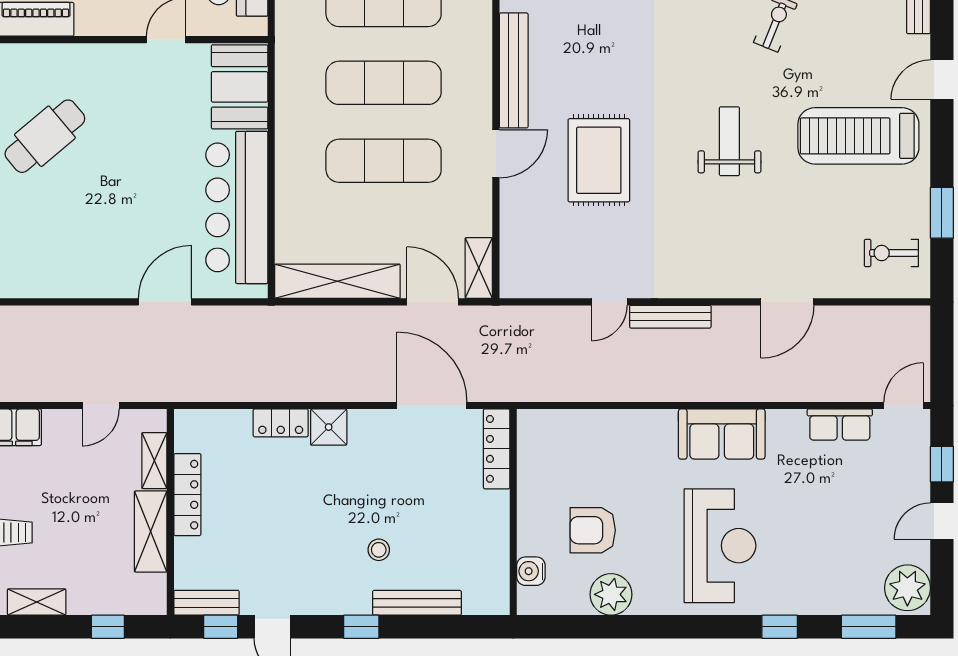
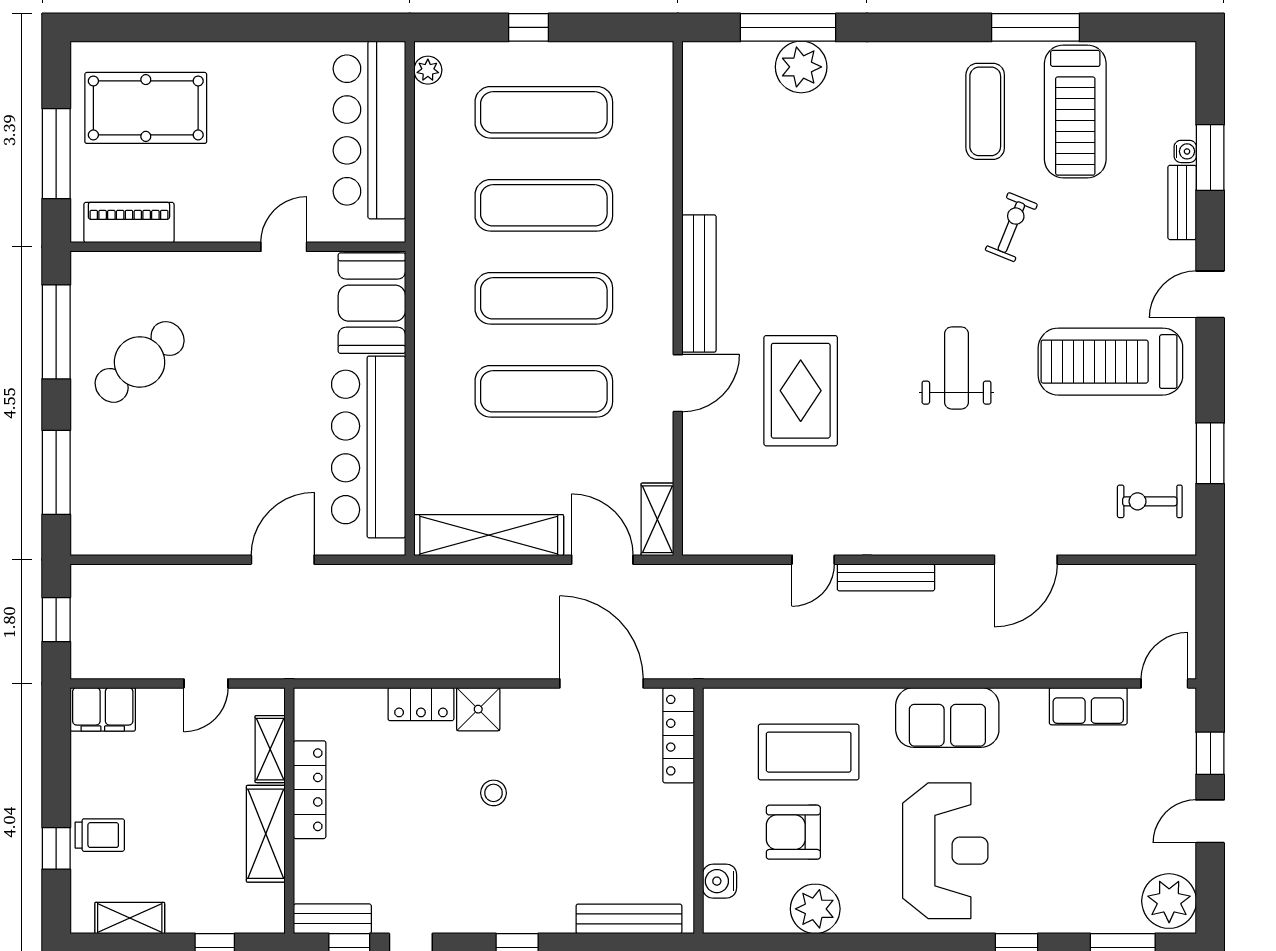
coffee table: (606, 463) -> (809, 752), added
stool: (379, 550) -> (494, 793), moved
bench: (417, 603) -> (629, 919), moved

